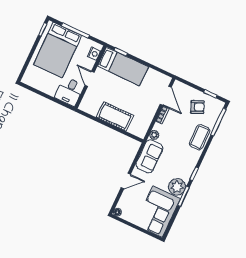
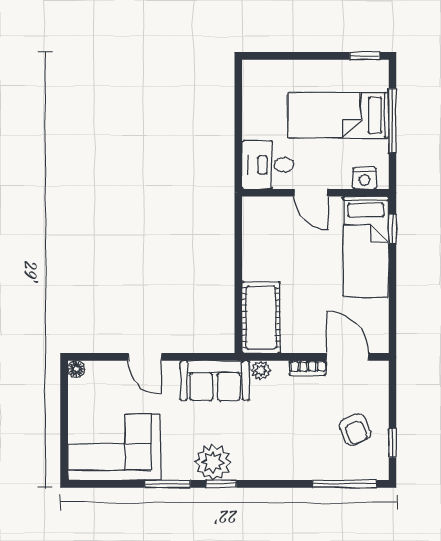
bed: (58, 50) -> (338, 115), width x0.67
door: (90, 79) -> (311, 193), swing flipped
door: (166, 96) -> (348, 357), swing flipped
cot: (115, 116) -> (261, 317), moved
coffee table: (200, 137) -> (298, 461), removed
plant: (177, 187) -> (213, 462), moved

